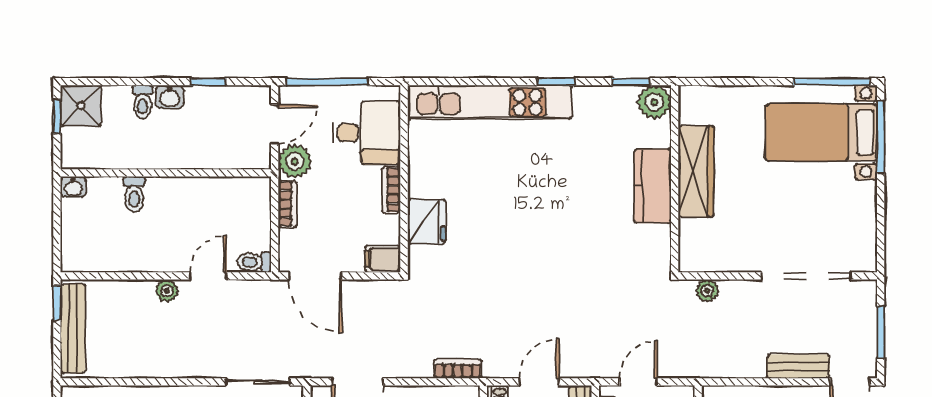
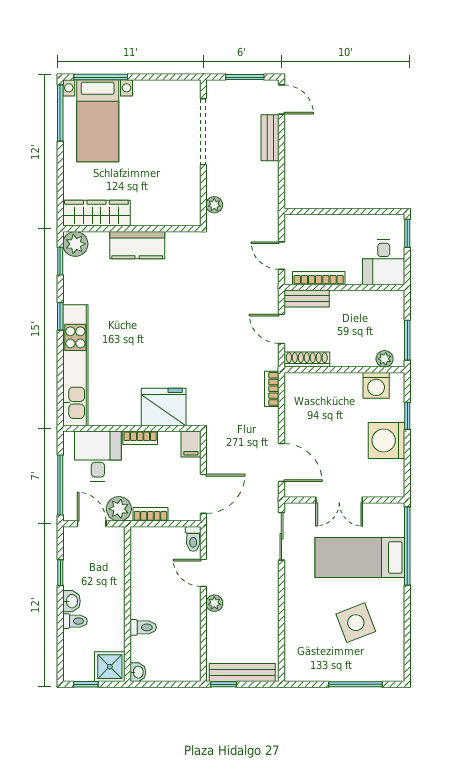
shower: (81, 106) -> (110, 667), moved
wardrobe: (696, 171) -> (96, 213), moved
fridge: (427, 222) -> (164, 407), width x1.36, depth x1.34

